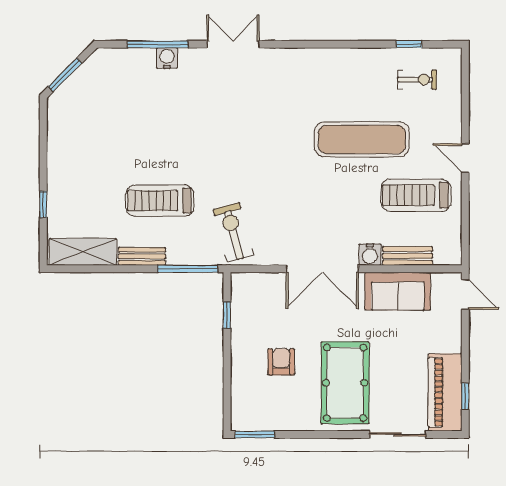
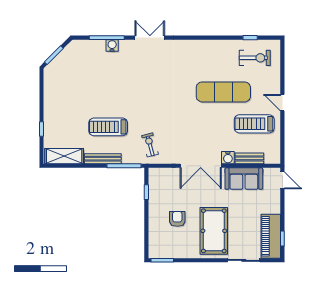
exercise bike: (417, 80) -> (255, 58), width x1.38, depth x1.39
exercise bike: (233, 232) -> (150, 145), width x0.73, depth x0.72
bench: (142, 256) -> (103, 159), width x1.36

